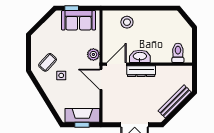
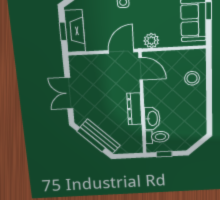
window: (194, 47) -> (164, 154), added
washbasin: (140, 56) -> (152, 118), moved
dresser: (141, 71) -> (134, 109), moved
window: (177, 109) -> (91, 140), added

